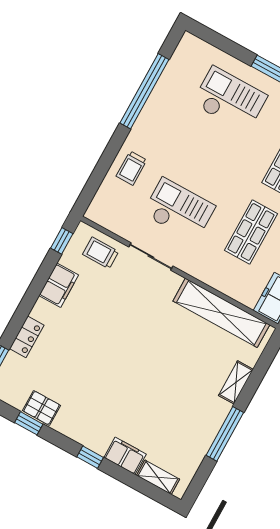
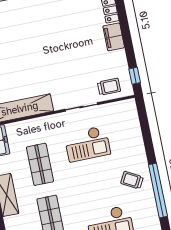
trolley: (131, 168) -> (132, 180), moved, turned -61
filing cabinet: (59, 285) -> (114, 37), moved

